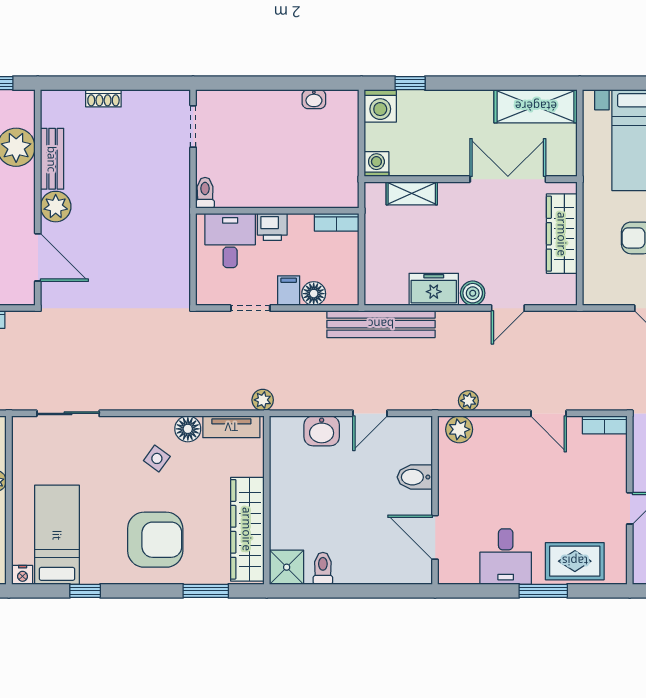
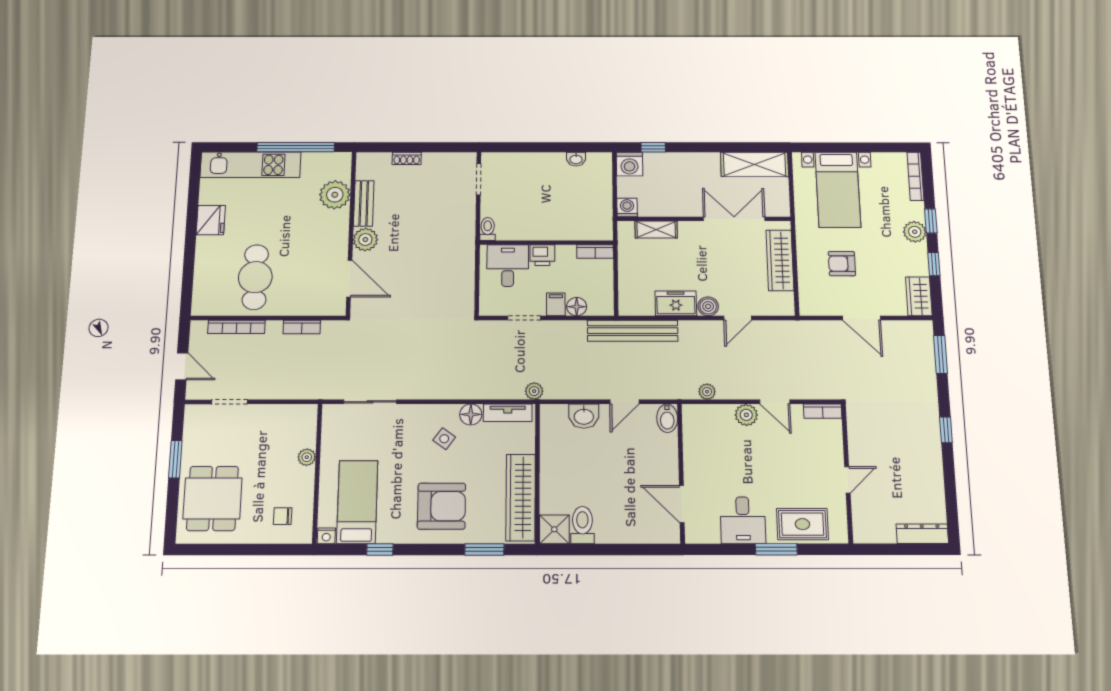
plant: (459, 429) -> (746, 415), moved
bidet: (415, 477) -> (667, 418), moved, turned -90
toilet: (323, 568) -> (582, 525), width x1.37, depth x1.39

